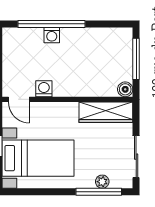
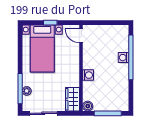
washing machine: (44, 89) -> (88, 75), moved
door: (19, 99) -> (81, 36), hinge flipped
wardrobe: (106, 112) -> (73, 99), width x0.67

